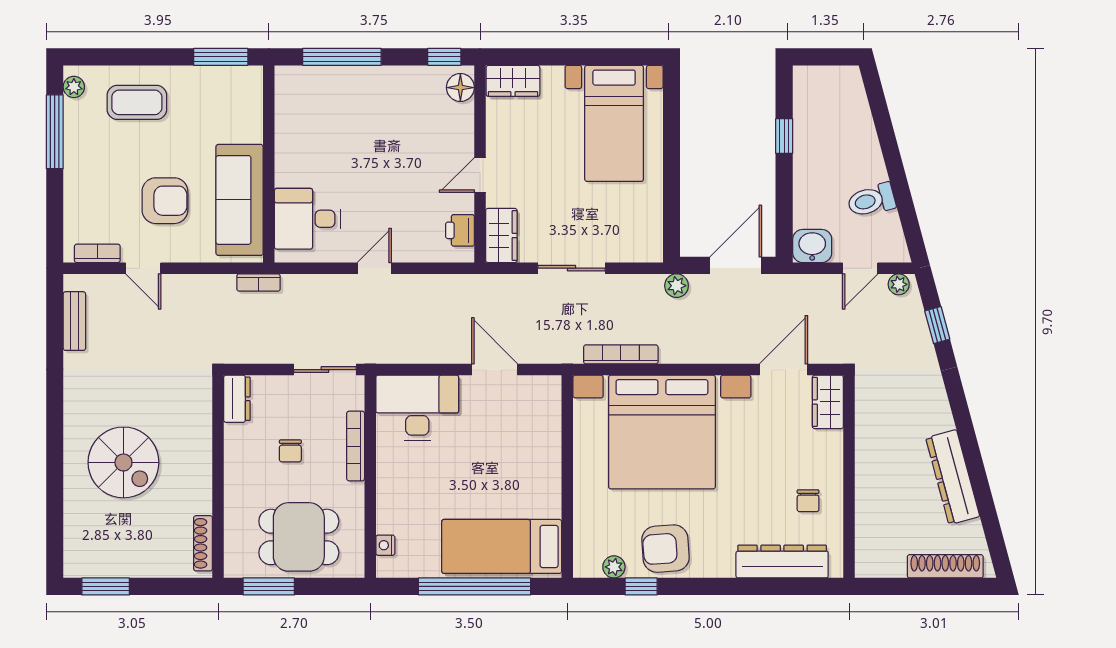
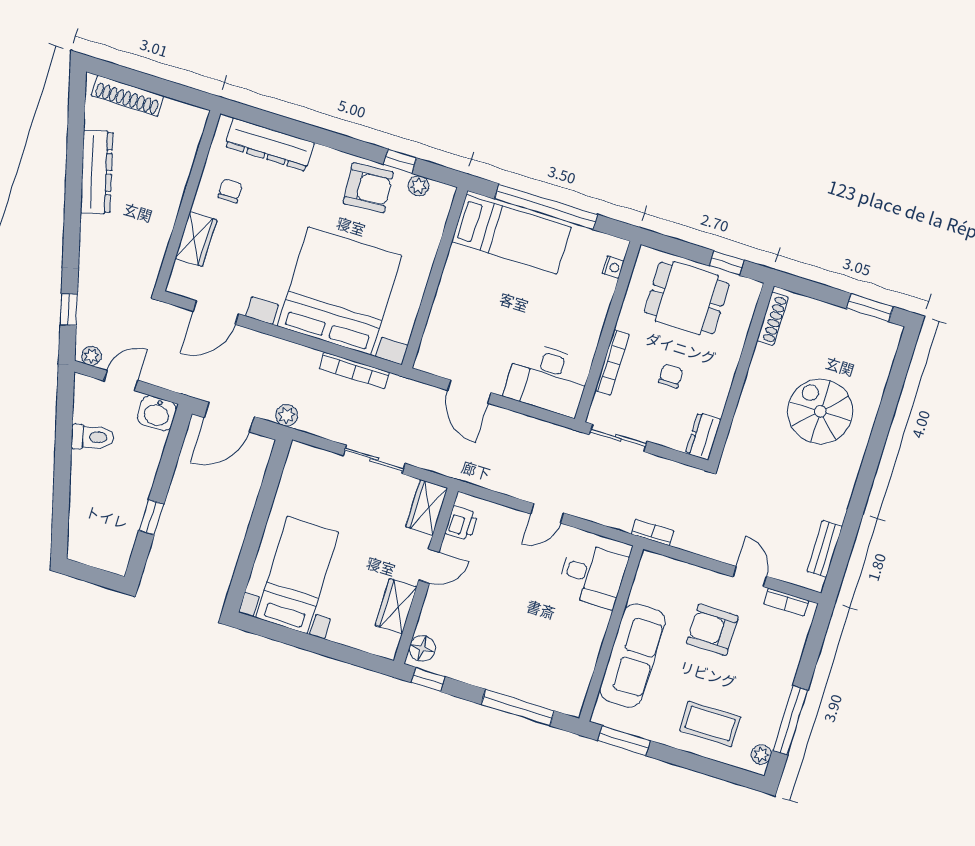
wardrobe: (513, 81) -> (396, 606), moved, turned -90
sofa: (240, 200) -> (632, 655), moved
wardrobe: (828, 402) -> (196, 239), moved
window: (269, 586) -> (727, 263), width x0.67

